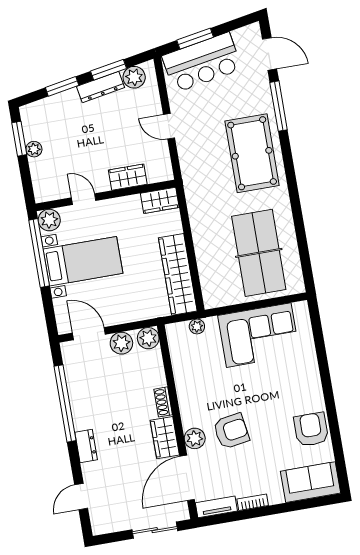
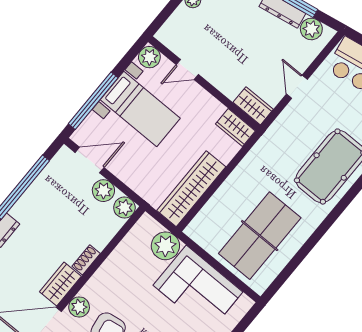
wardrobe: (128, 177) -> (253, 106), moved
door: (84, 199) -> (187, 70), swing flipped
window: (39, 253) -> (93, 101), moved
plant: (197, 326) -> (165, 246), width x1.87, depth x1.87
door: (89, 334) -> (90, 160), hinge flipped

